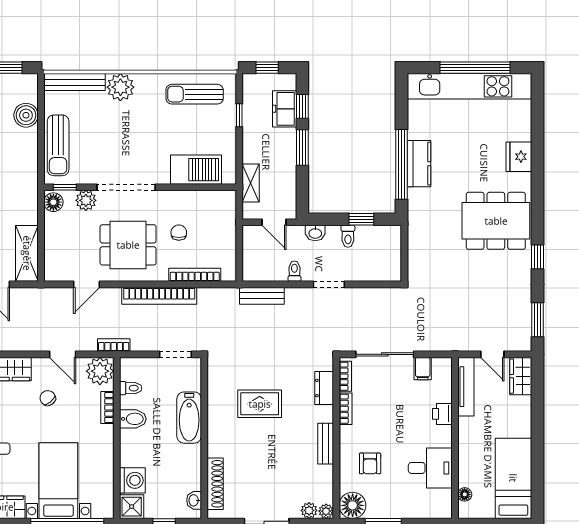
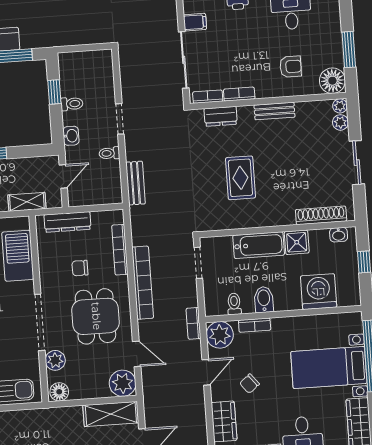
window: (65, 187) -> (44, 382), removed
dresser: (227, 223) -> (67, 222), added
plant: (58, 268) -> (123, 383), added
washing machine: (132, 480) -> (319, 292), width x1.37, depth x1.37
shower: (132, 507) -> (297, 242), moved

